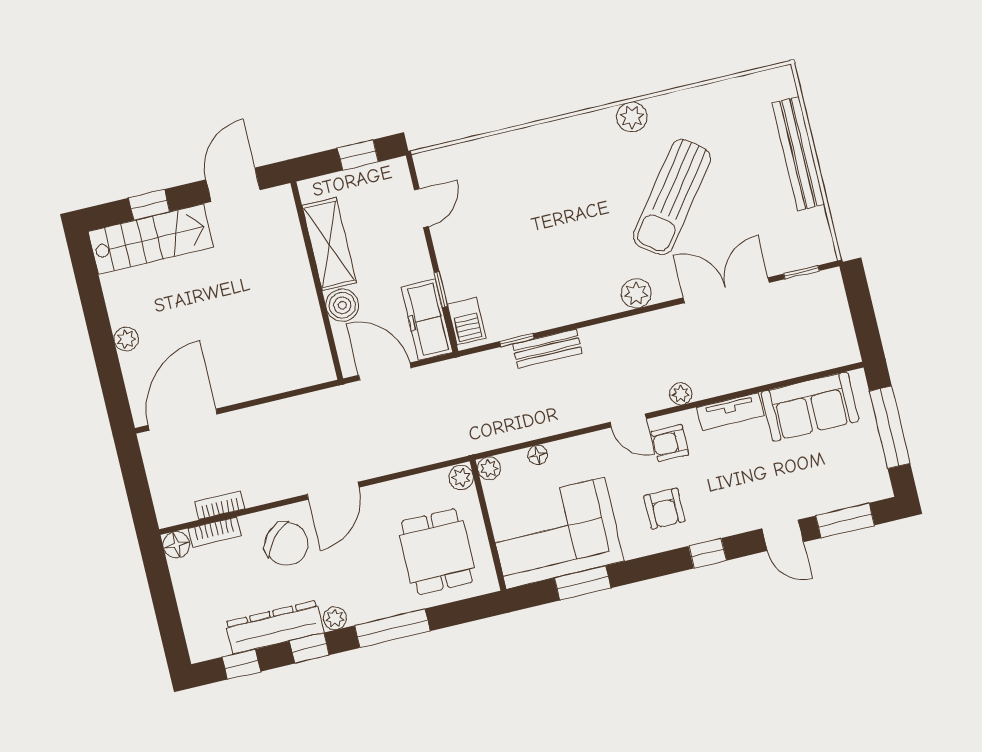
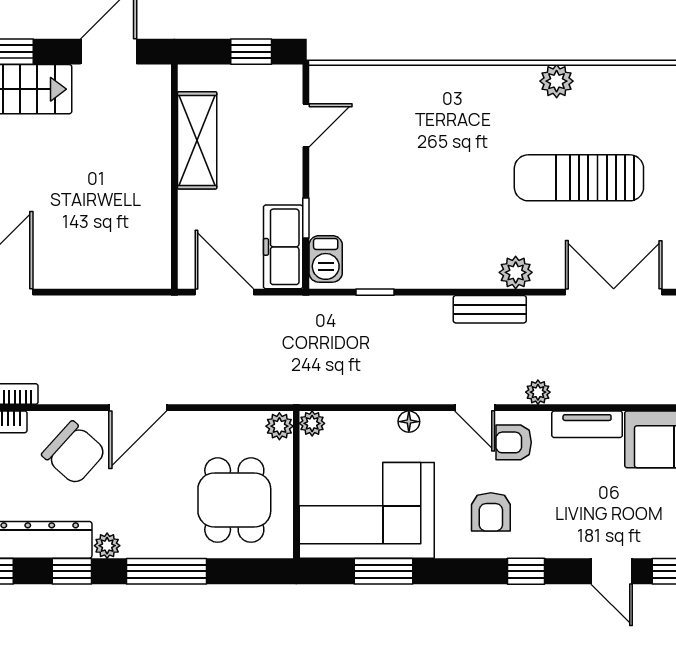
sun lounger: (672, 197) -> (579, 178), turned 53
boiler: (342, 305) -> (196, 210), removed
bench: (547, 349) -> (490, 309), moved
floor lamp: (538, 455) -> (409, 422), moved

